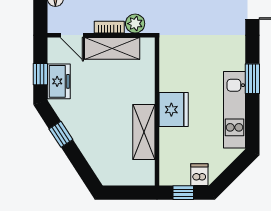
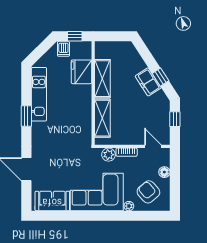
shelving: (112, 48) -> (102, 118), moved, turned 90
freezer: (59, 81) -> (148, 82), moved, turned -33
fridge: (174, 110) -> (81, 72), moved

